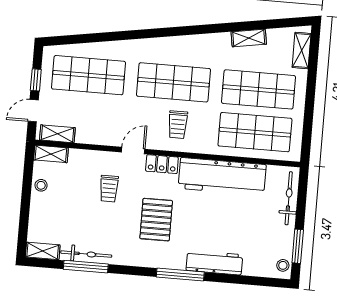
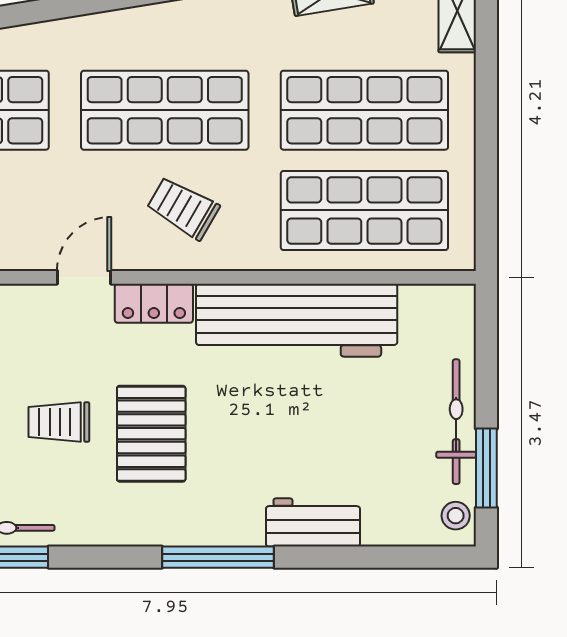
trolley: (178, 125) -> (183, 208), turned 120
trolley: (109, 189) -> (59, 422), moved, turned 90
bicycle: (289, 198) -> (456, 422), moved
workbench: (214, 263) -> (313, 522), width x0.73

